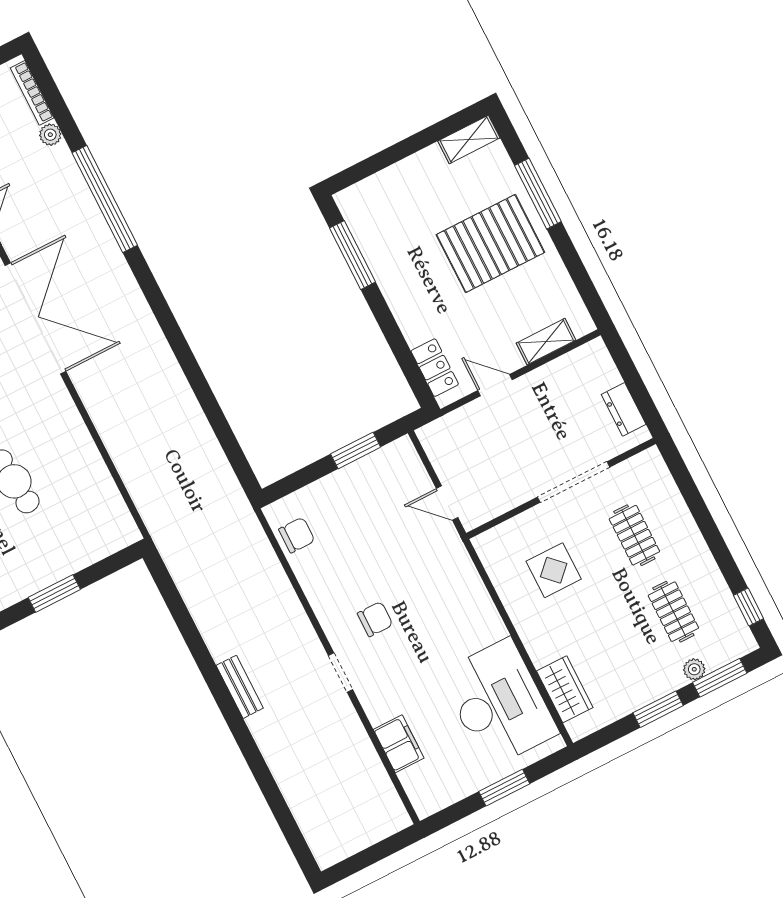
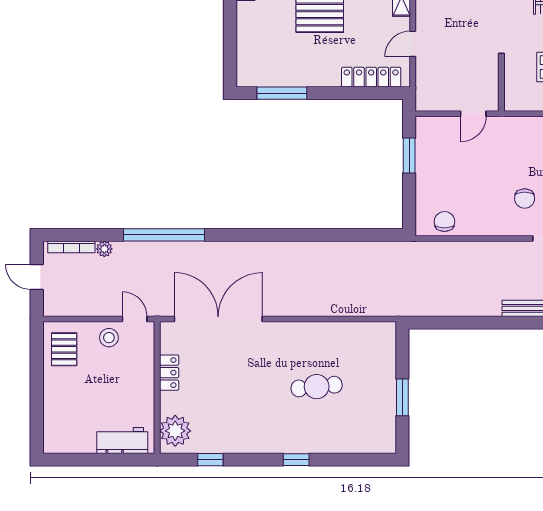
locker: (435, 368) -> (371, 77), width x1.53
chair: (375, 619) -> (525, 199), turned 180

